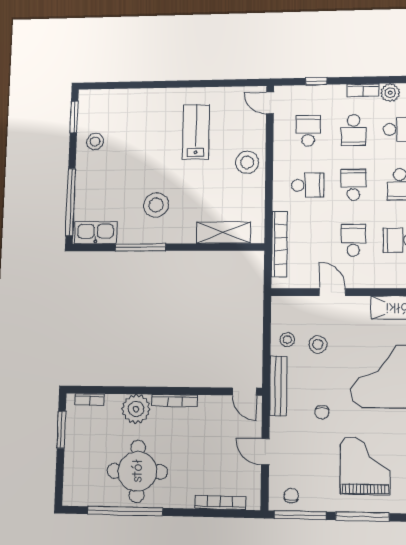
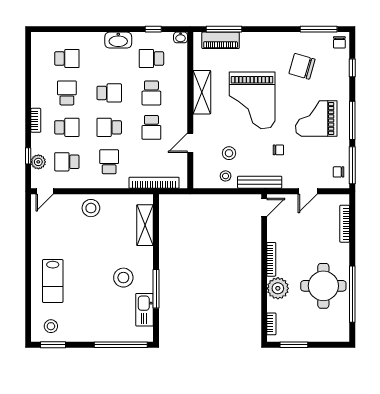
plant: (390, 93) -> (38, 162), moved
lab bench: (196, 132) -> (53, 281), moved, turned -90
stool: (95, 142) -> (51, 326), moved
kitchen sink: (96, 233) -> (145, 310), moved
school desk: (353, 240) -> (151, 127), turned -90

